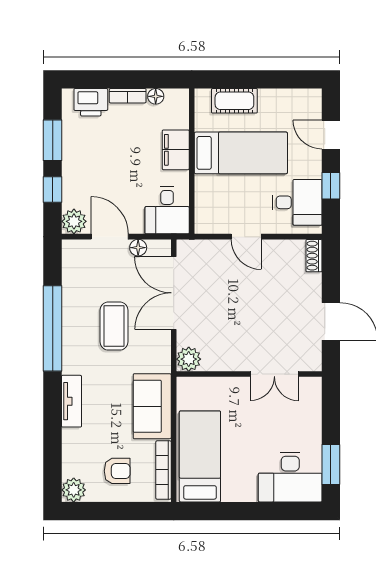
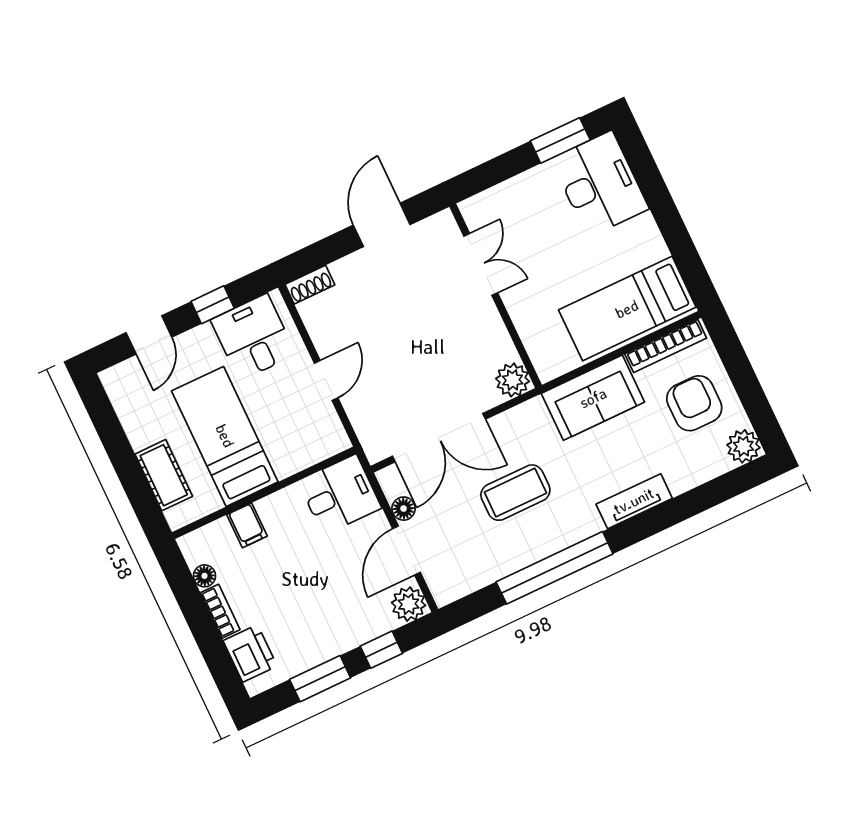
filing cabinet: (176, 150) -> (247, 525), width x0.50
armchair: (117, 471) -> (694, 403), width x1.38, depth x1.38

